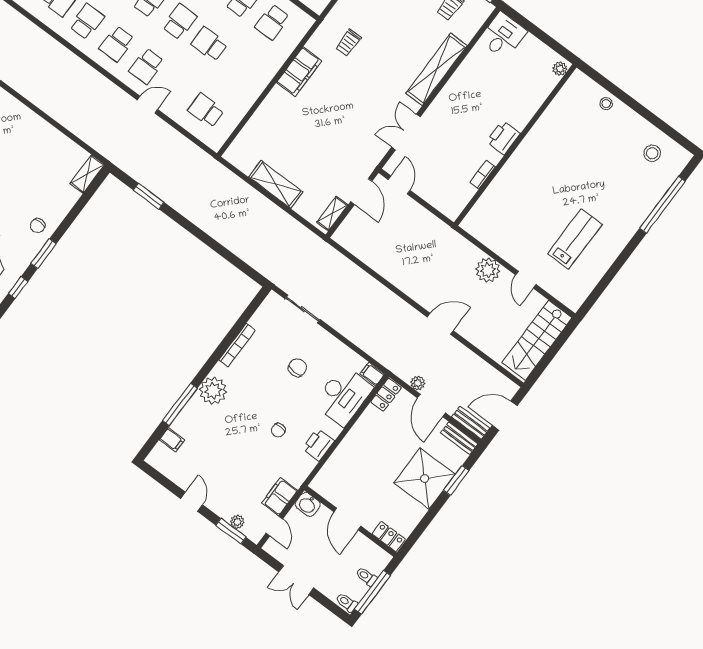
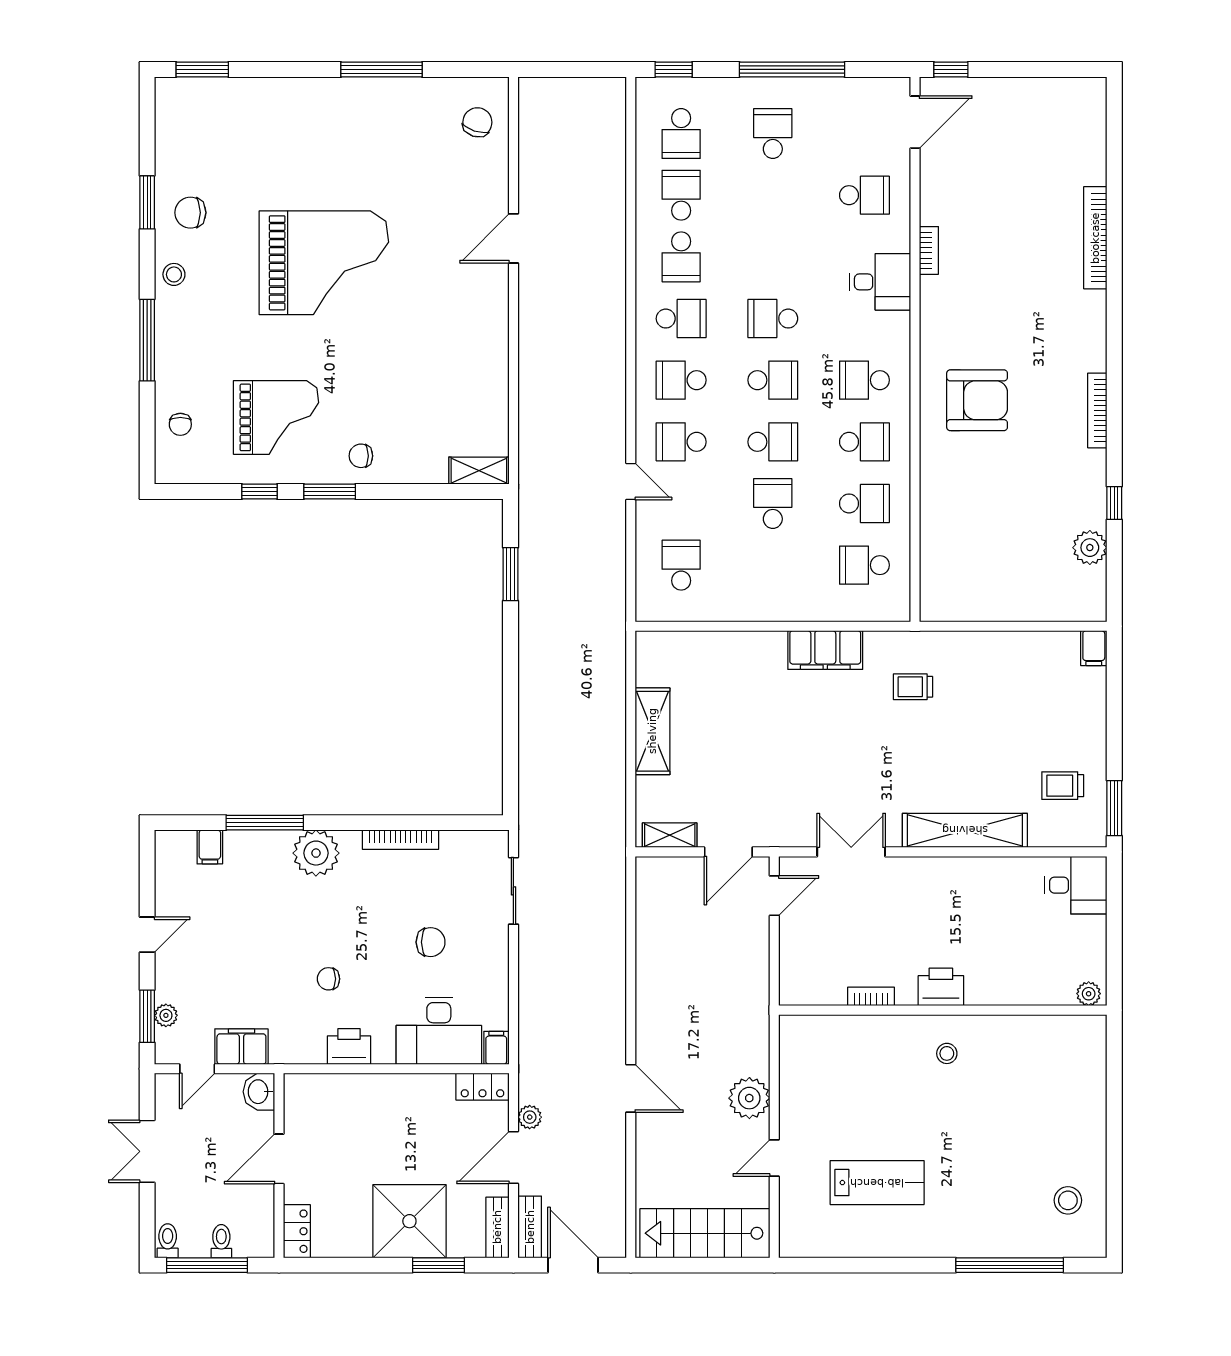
stool: (606, 104) -> (947, 1053), moved

